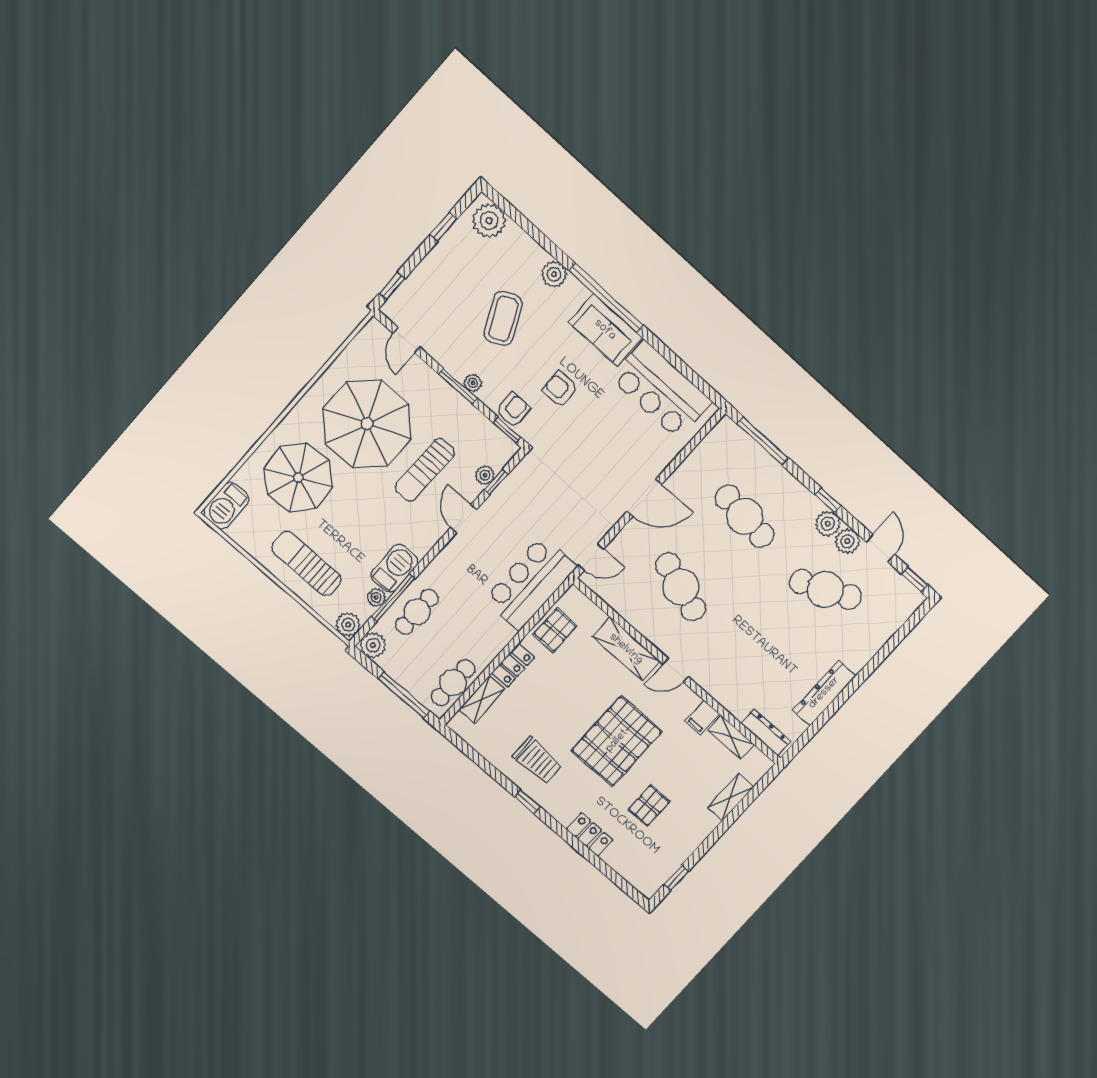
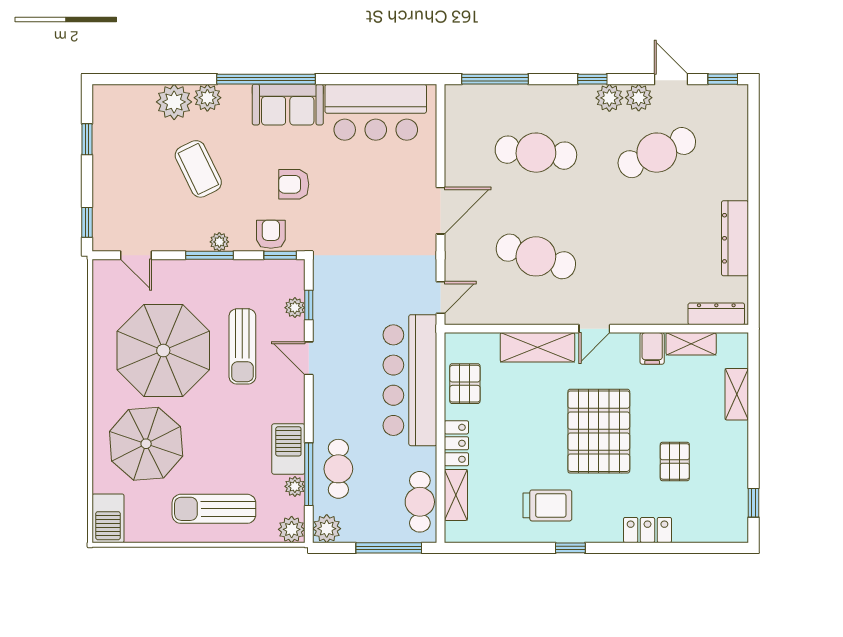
plant: (489, 221) -> (174, 102), moved
bar counter: (530, 583) -> (410, 380), width x1.36

